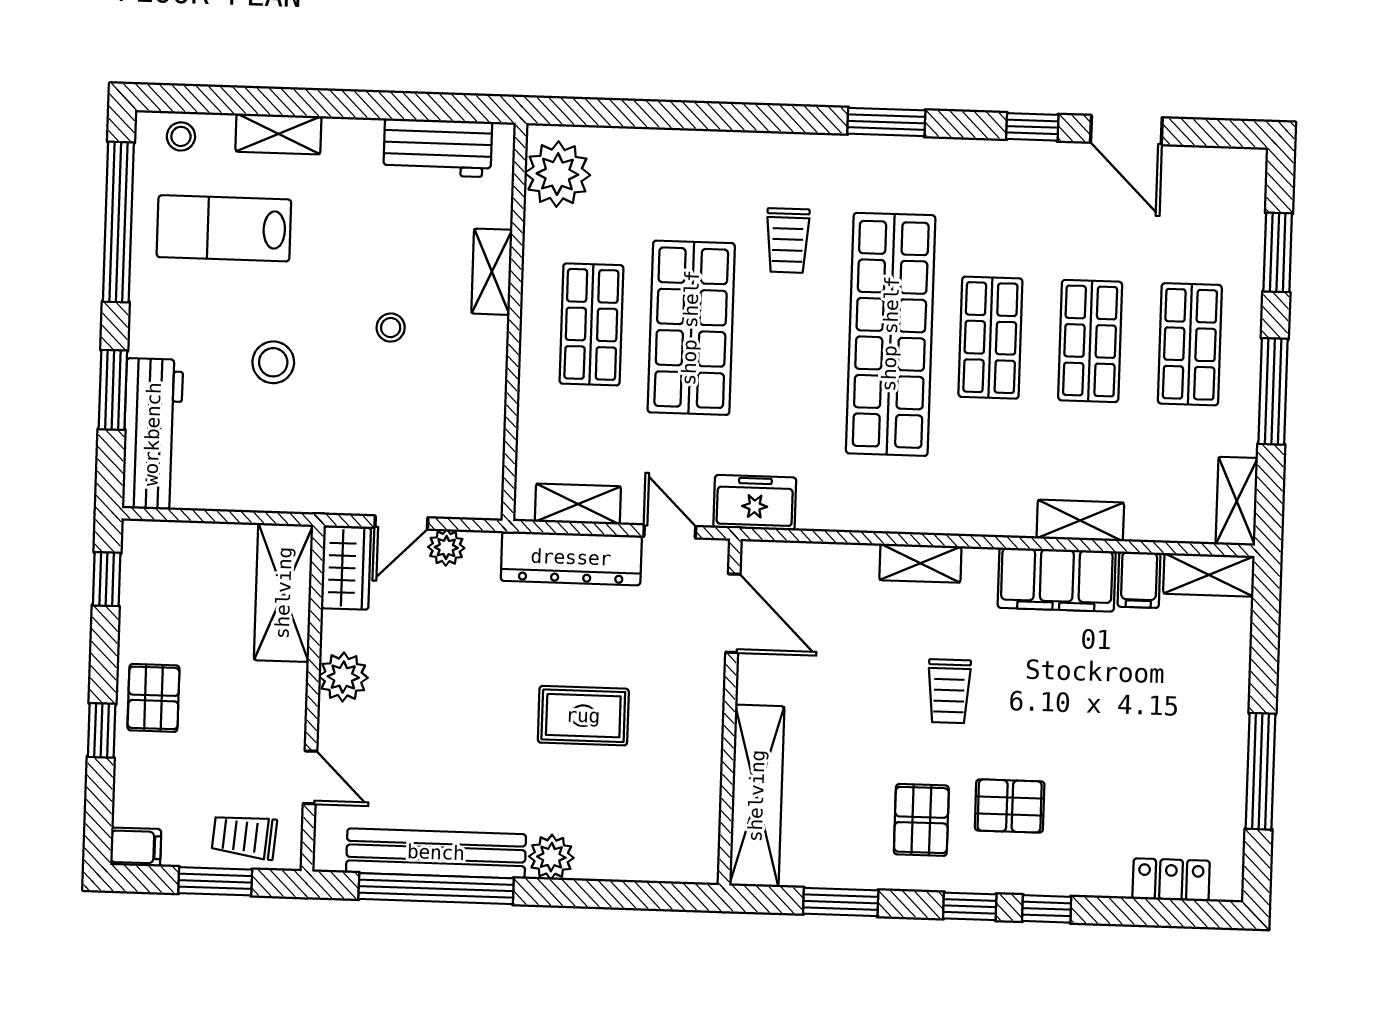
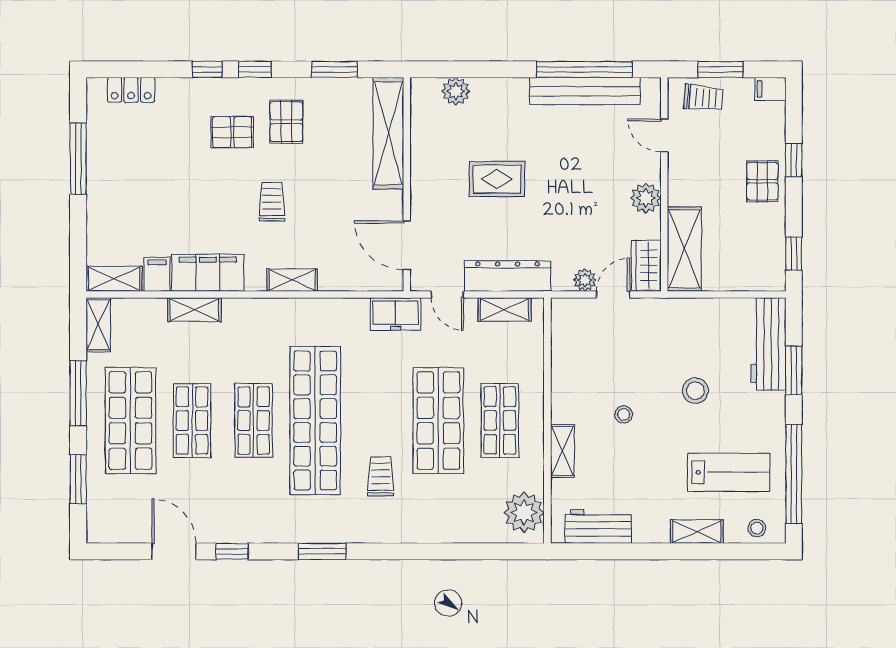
shop shelf: (1190, 344) -> (130, 421), width x1.43, depth x1.36
plant: (551, 857) -> (456, 91), moved

